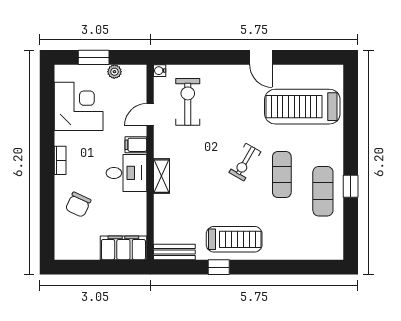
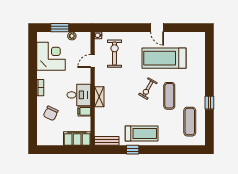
treadmill: (302, 107) -> (164, 58), moved
filing cabinet: (136, 145) -> (84, 111), moved
exercise mat: (323, 191) -> (190, 122), moved

